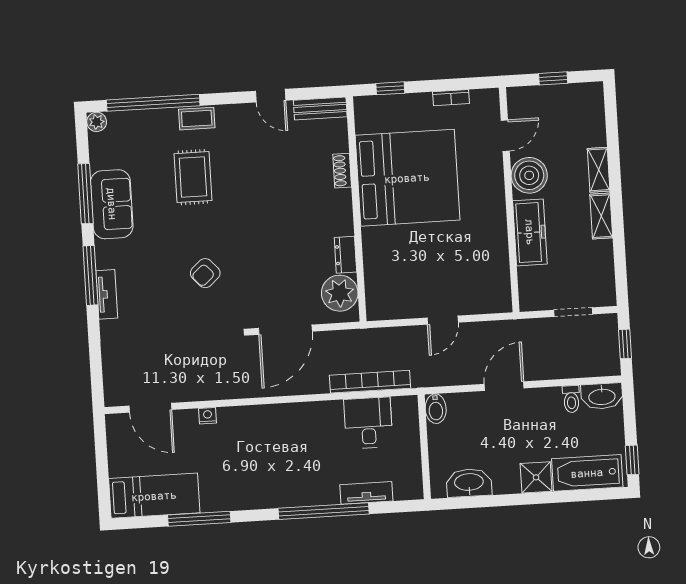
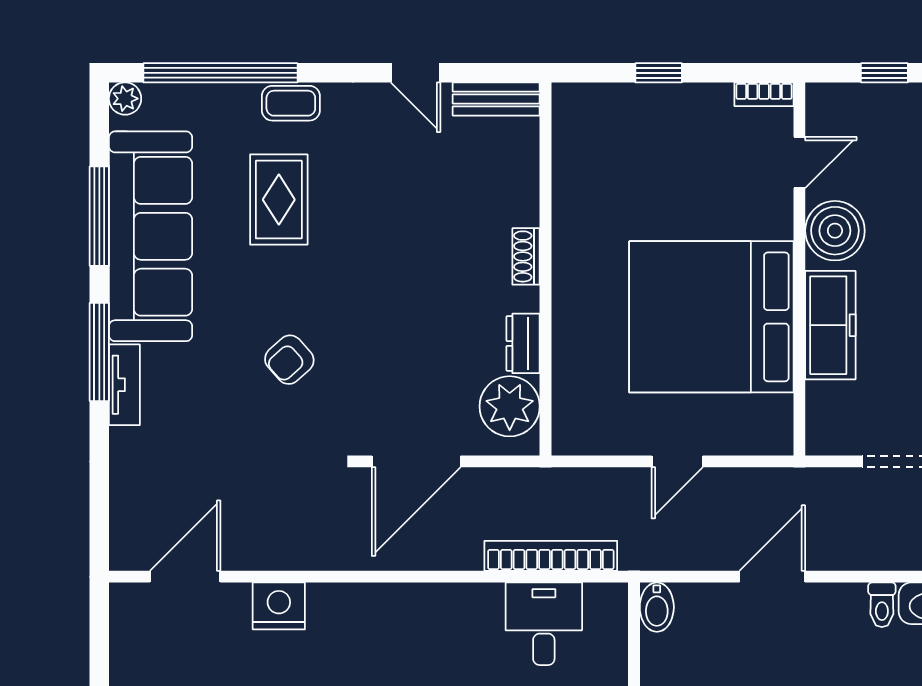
window: (390, 88) -> (659, 73), moved
bookcase: (451, 98) -> (764, 94), moved
shoe rack: (342, 171) -> (526, 256), moved
bed: (407, 178) -> (711, 317), moved, turned 180
sofa: (112, 204) -> (151, 236), width x1.85, depth x1.27
door: (150, 408) -> (185, 577), swing flipped
nightstand: (208, 416) -> (279, 606), width x1.89, depth x1.79

